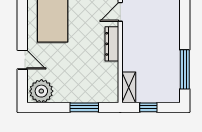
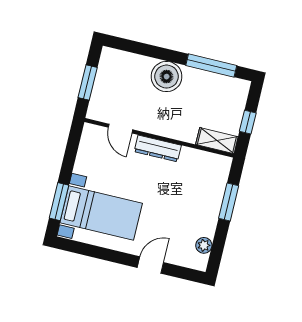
boiler: (168, 37) -> (167, 77), added
plant: (41, 91) -> (204, 245), width x0.53, depth x0.53

